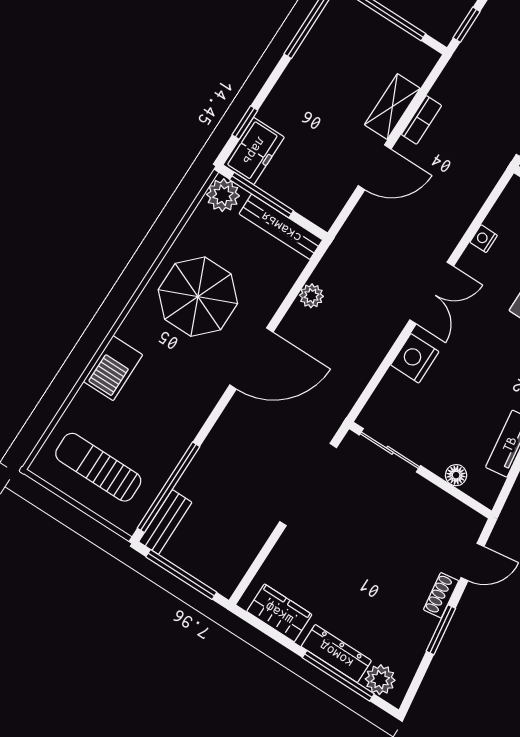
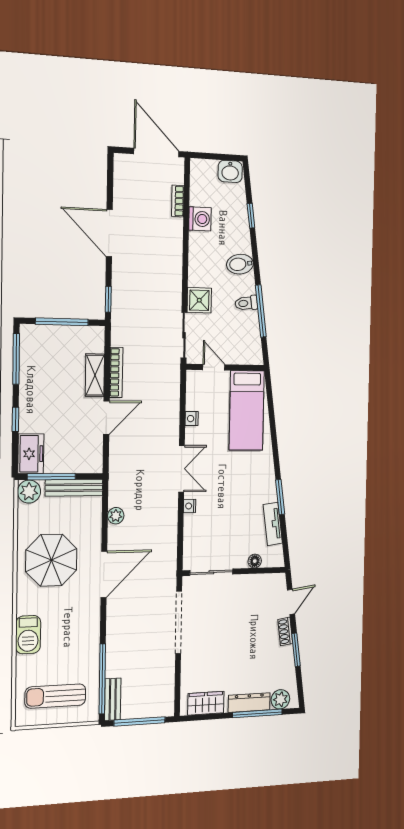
bookcase: (421, 120) -> (116, 372), width x1.56
window: (245, 123) -> (15, 419), moved
nightstand: (415, 358) -> (190, 506), width x0.53, depth x0.56

